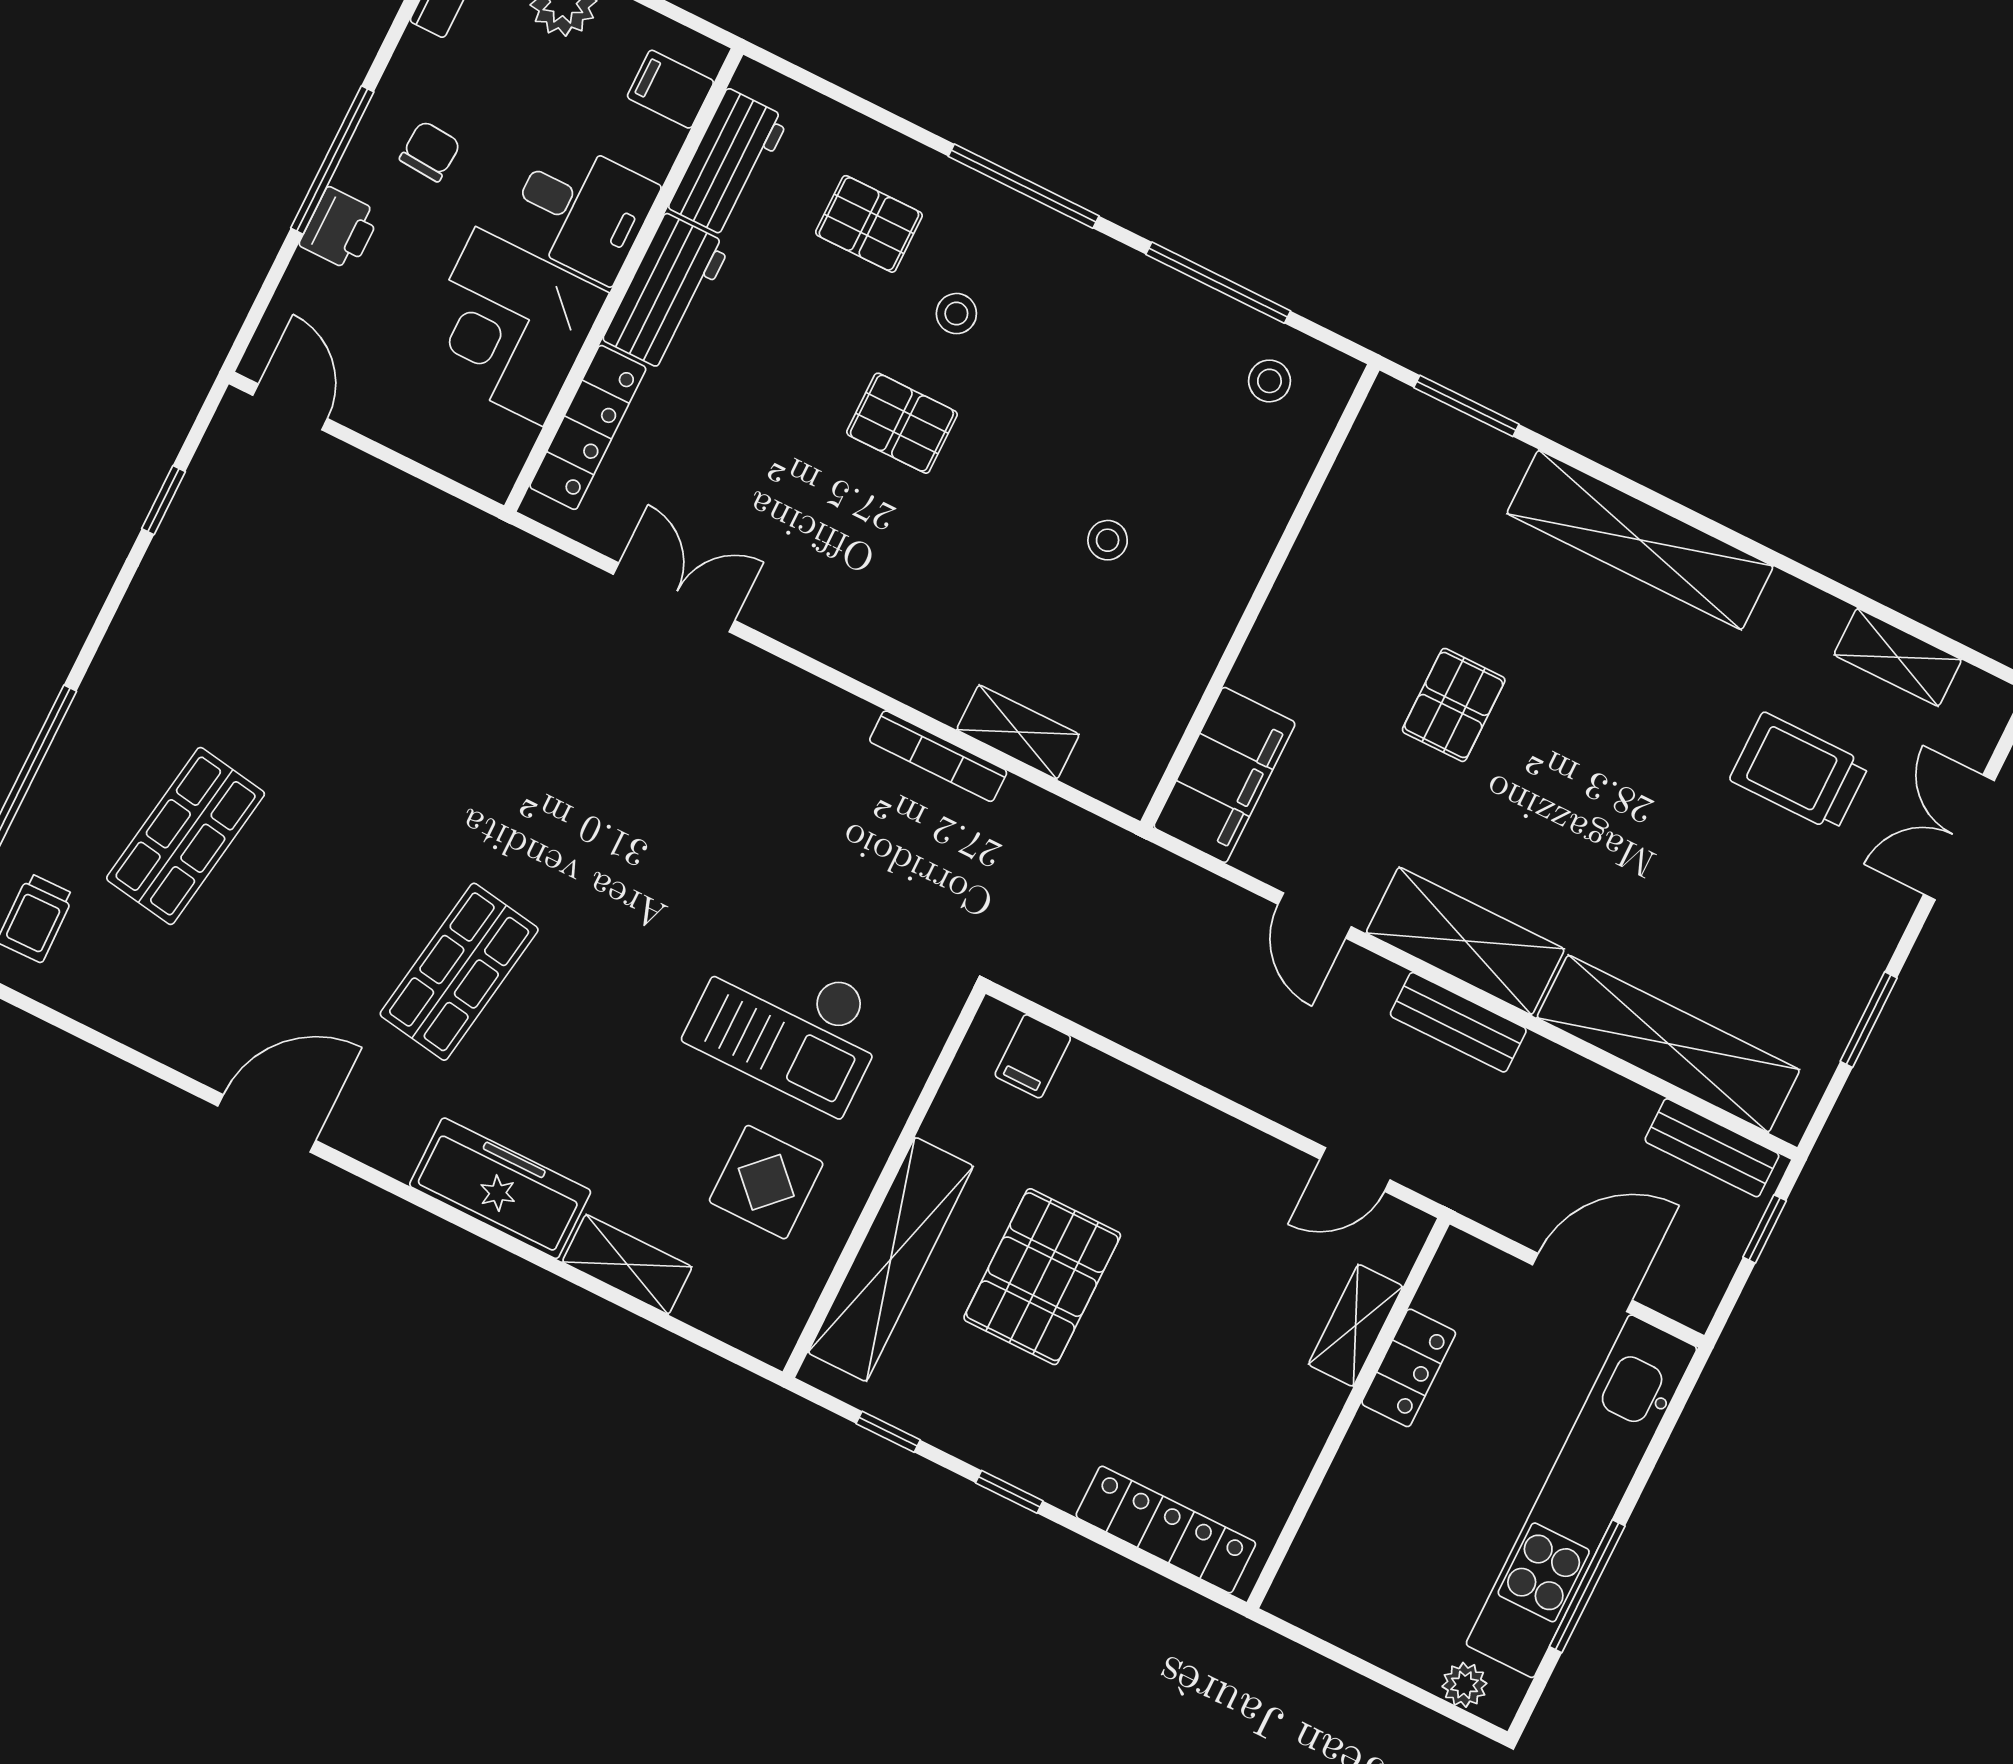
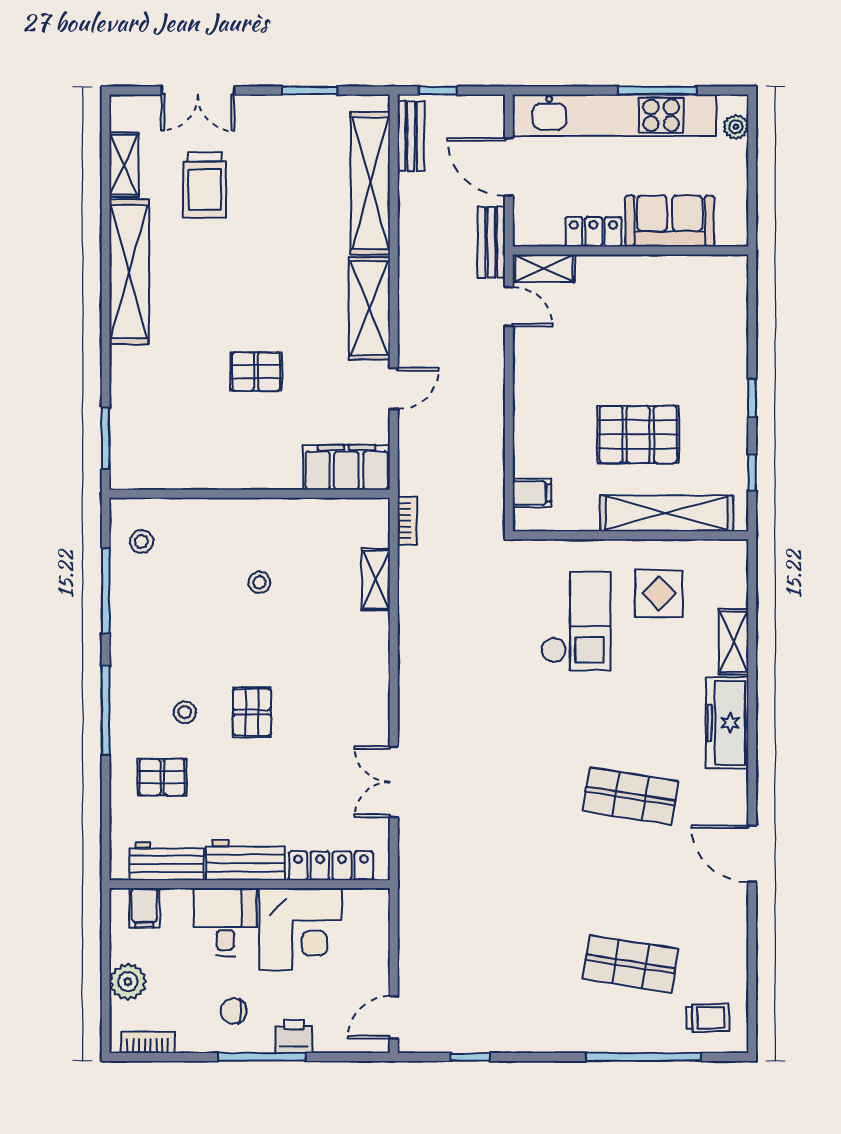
pallet: (869, 224) -> (162, 777), turned 90
shelving: (1640, 540) -> (129, 272), moved
bookcase: (938, 756) -> (407, 521), moved, width x0.64
bench: (1458, 1022) -> (491, 242), moved
shelving: (1356, 1325) -> (544, 268), moved
sofa: (1364, 1501) -> (670, 221), added
locker: (1166, 1530) -> (732, 312), removed

